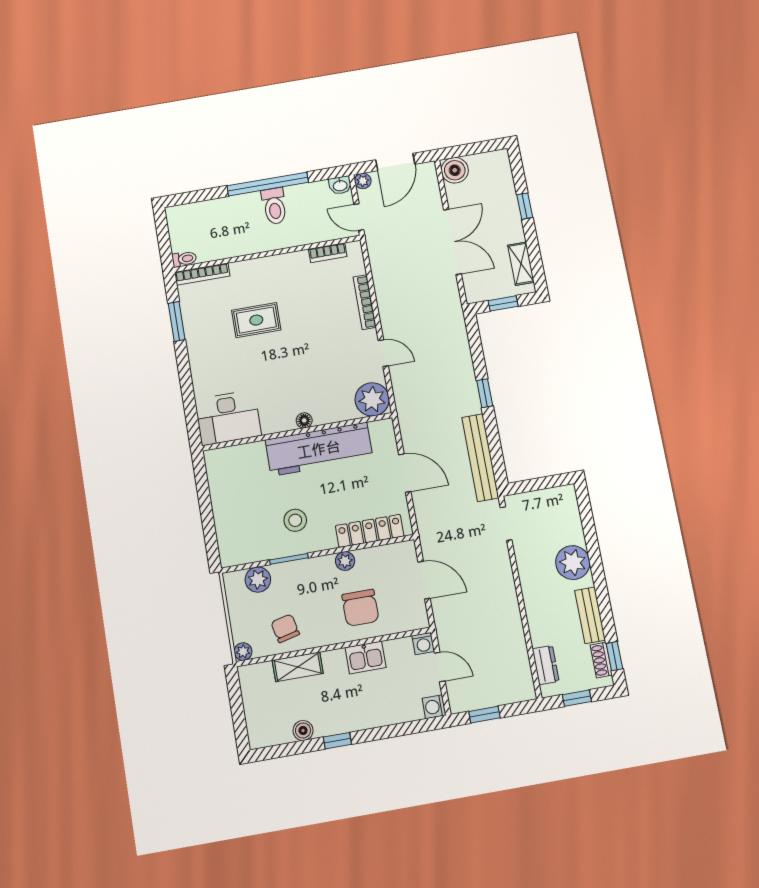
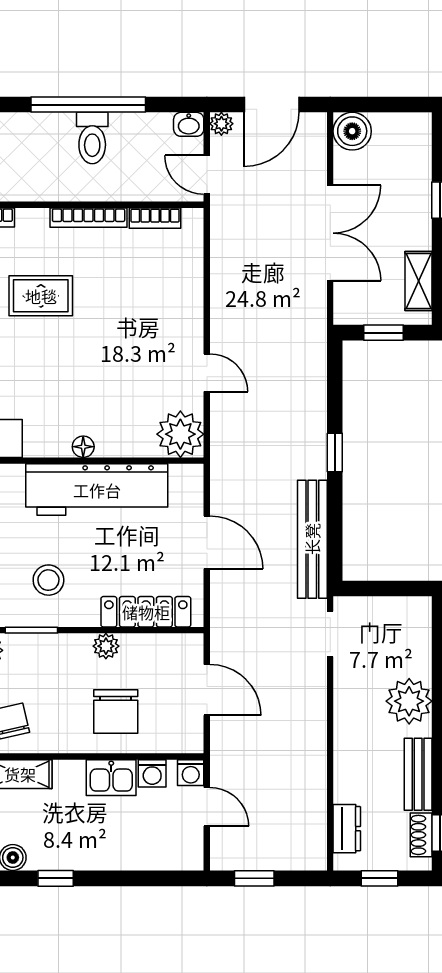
bookcase: (365, 302) -> (89, 218), moved, turned -90
washing machine: (434, 707) -> (152, 773), moved, turned -90

